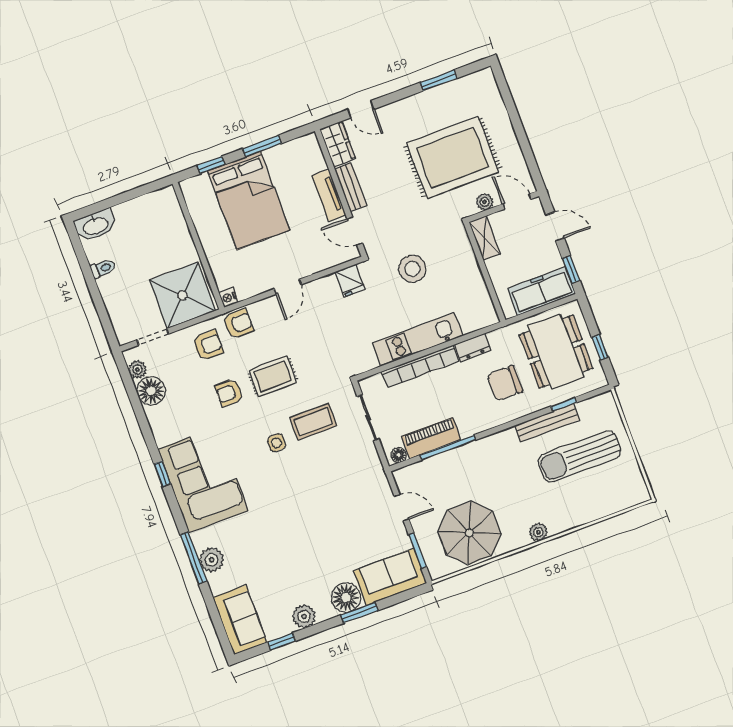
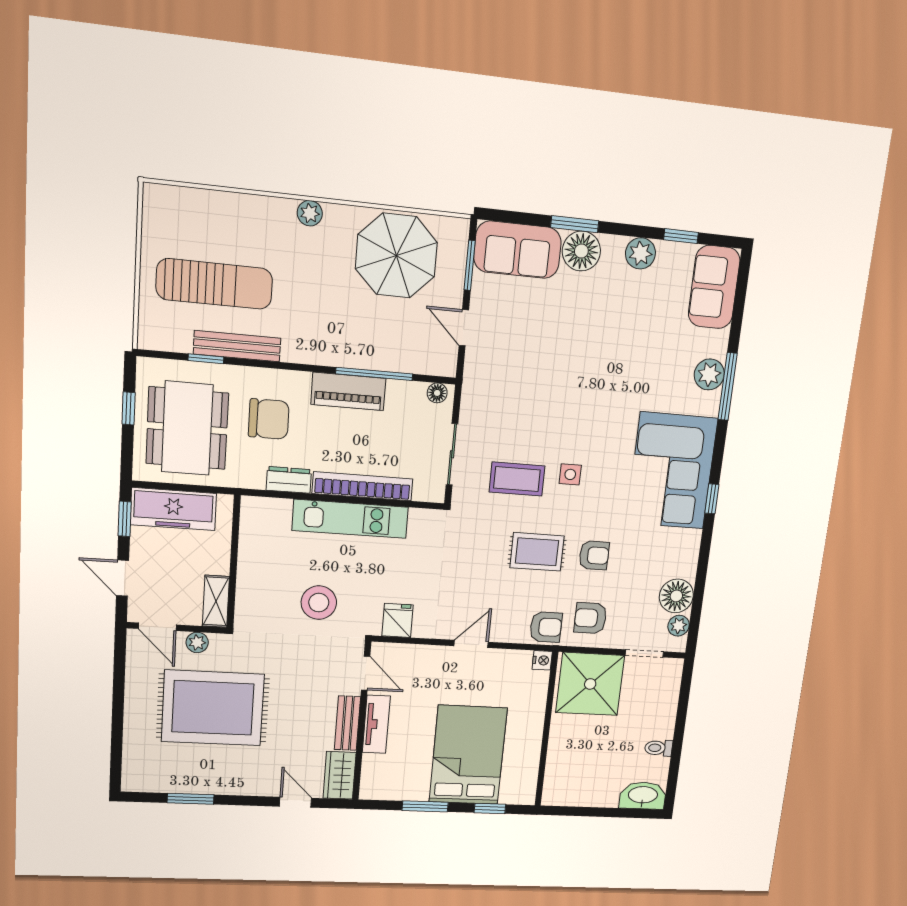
armchair: (238, 324) -> (546, 627), turned 180
piano: (431, 438) -> (348, 391), moved

